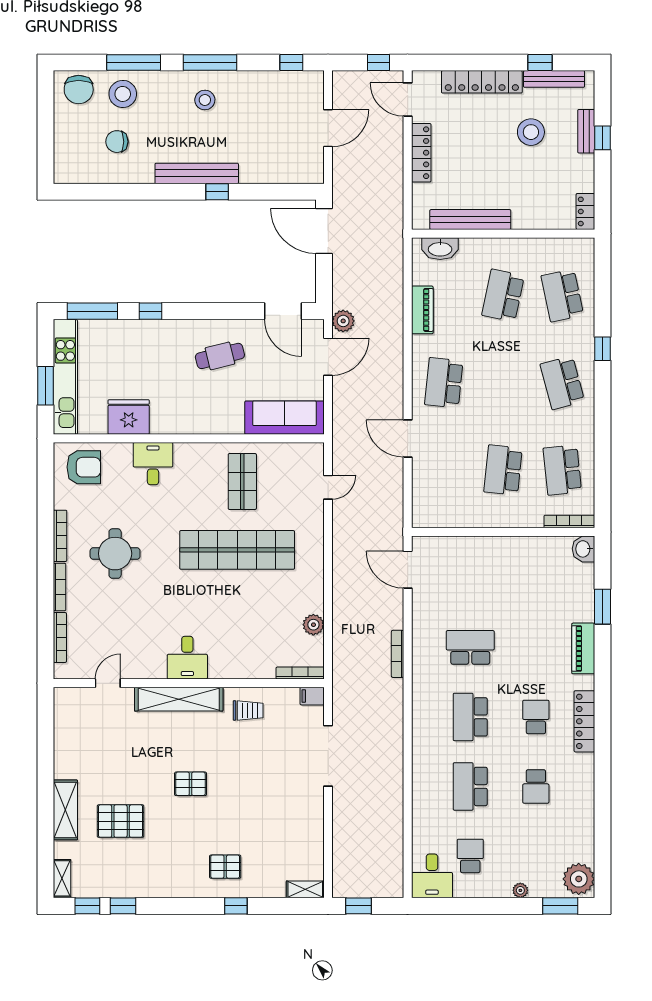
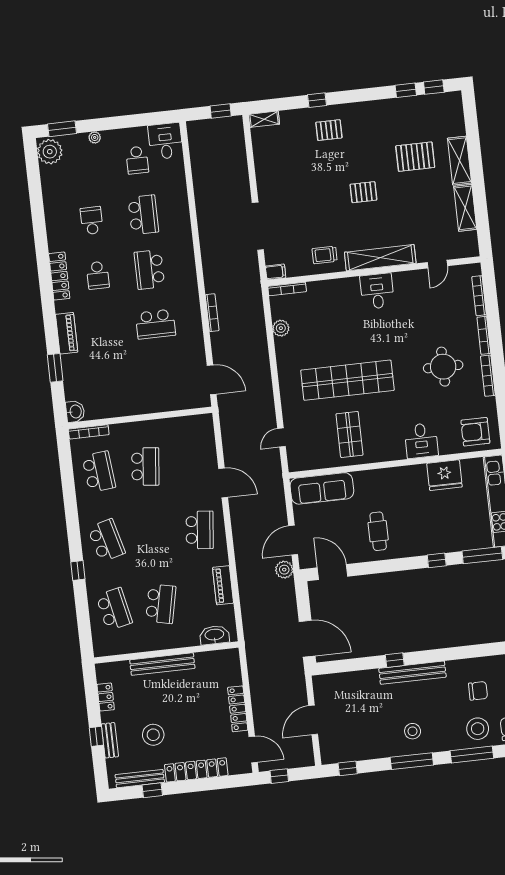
locker: (585, 211) -> (106, 697), moved
bench: (470, 220) -> (162, 664), moved
cafe table: (220, 356) -> (378, 531), turned -76
school desk: (470, 717) -> (149, 269), turned 180
shelving: (62, 878) -> (465, 208), moved, width x1.50, depth x1.33

